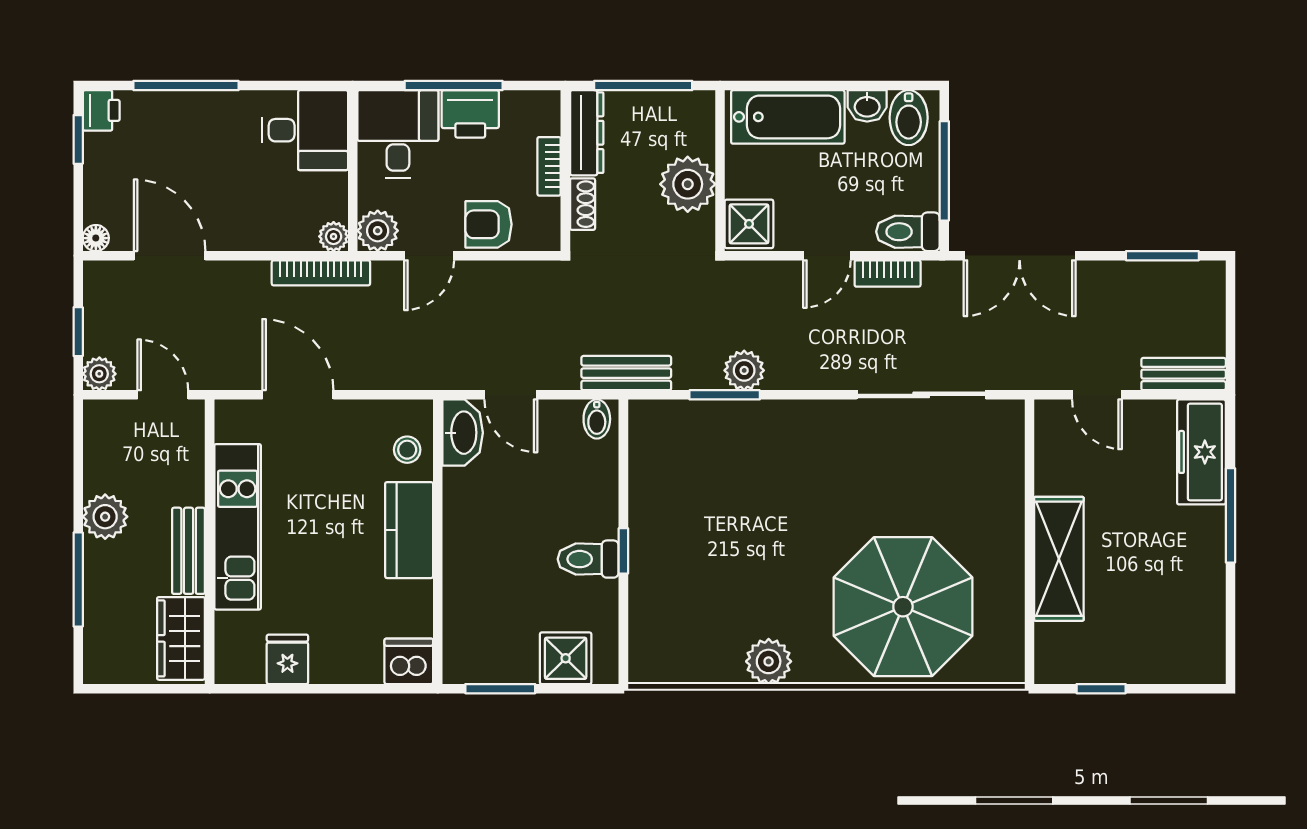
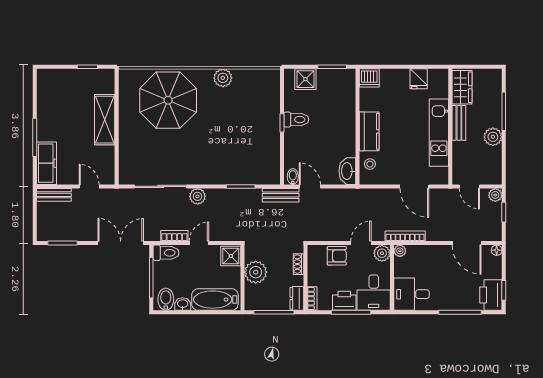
printer: (101, 110) -> (491, 295), width x1.87, depth x1.48
dresser: (587, 133) -> (297, 298), width x0.70
bookcase: (549, 166) -> (312, 299), moved
plant: (744, 370) -> (198, 196), moved
door: (511, 395) -> (310, 186), moved

